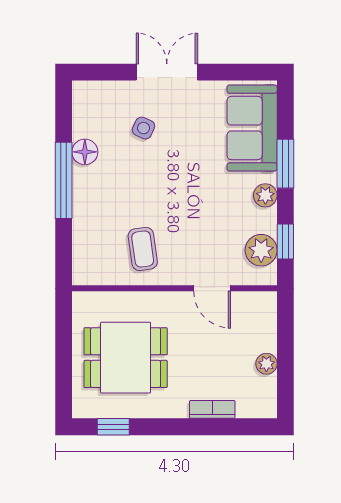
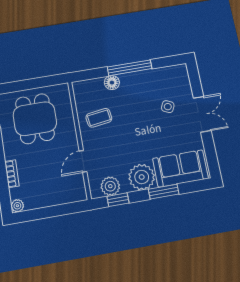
floor lamp: (85, 152) -> (112, 83), moved
plant: (265, 195) -> (142, 177), width x1.88, depth x1.88
plant: (266, 364) -> (17, 206), moved

